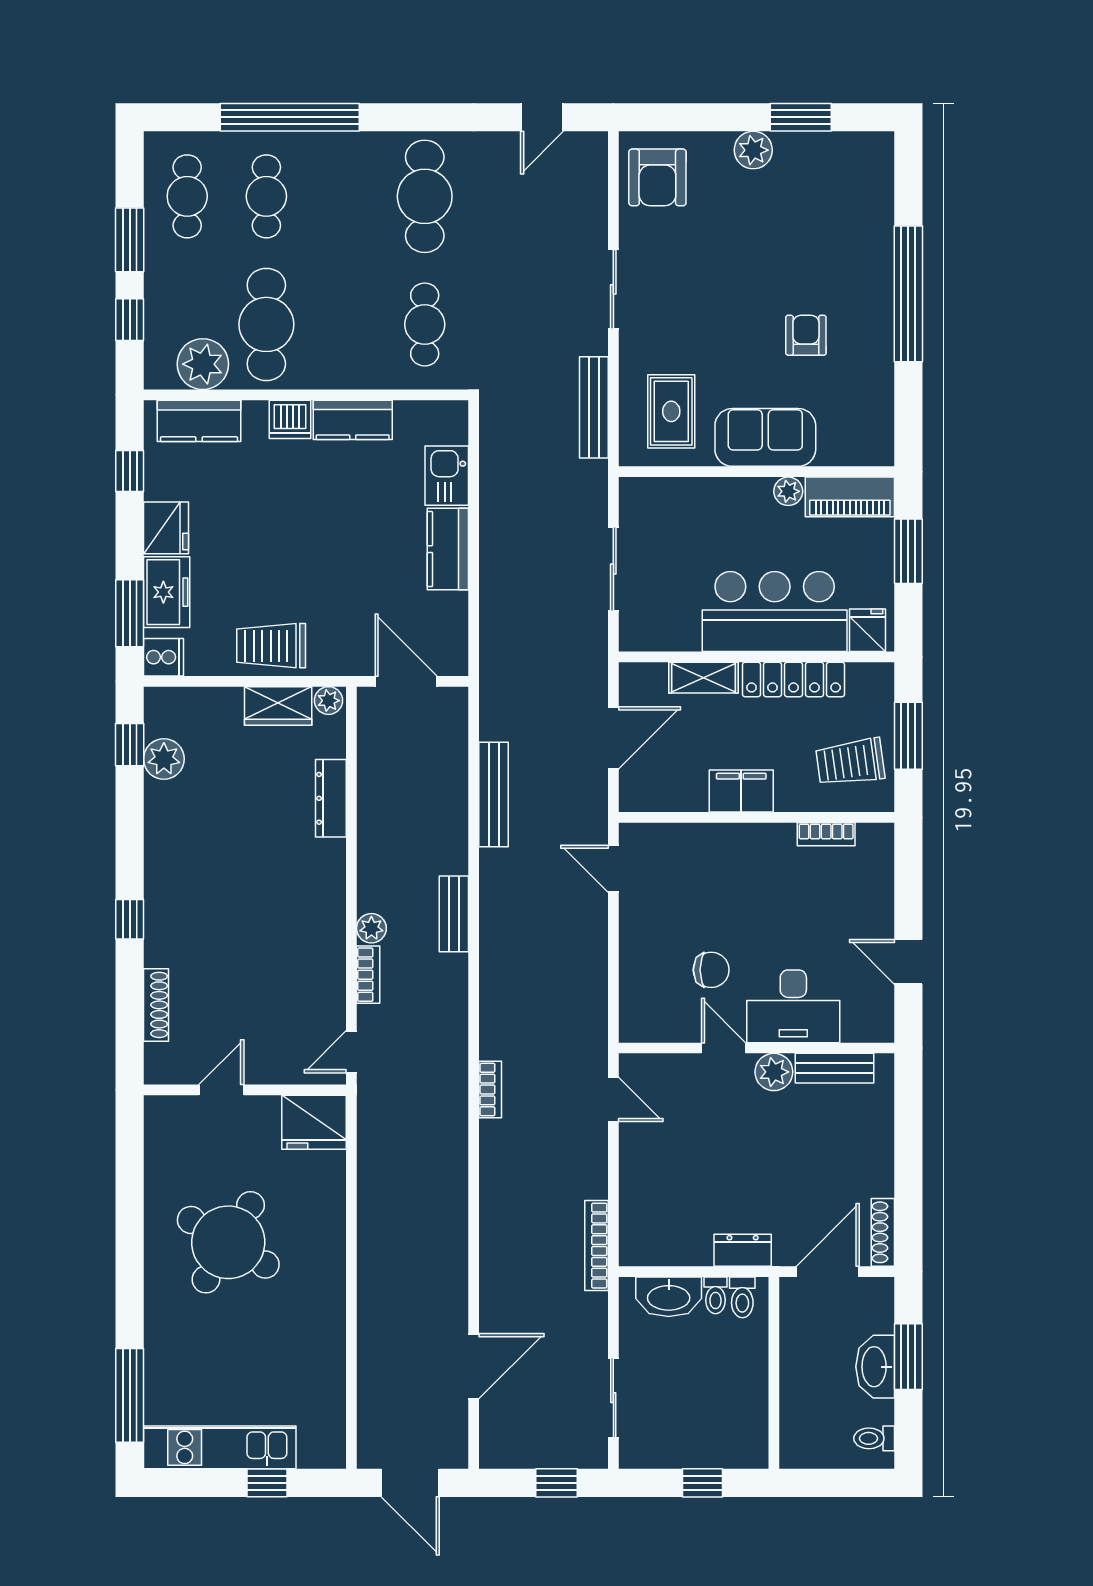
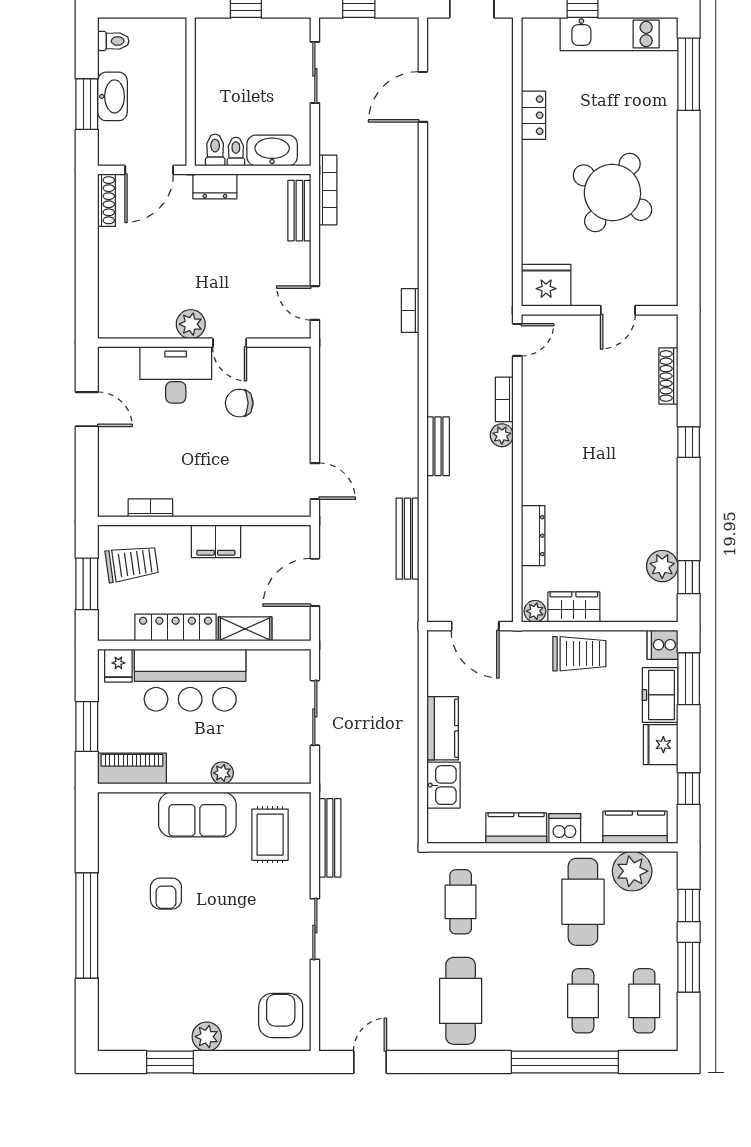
plant: (788, 491) -> (222, 773), moved
bench: (834, 1068) -> (299, 211), moved, turned 90
locker: (330, 1342) -> (534, 115), added

